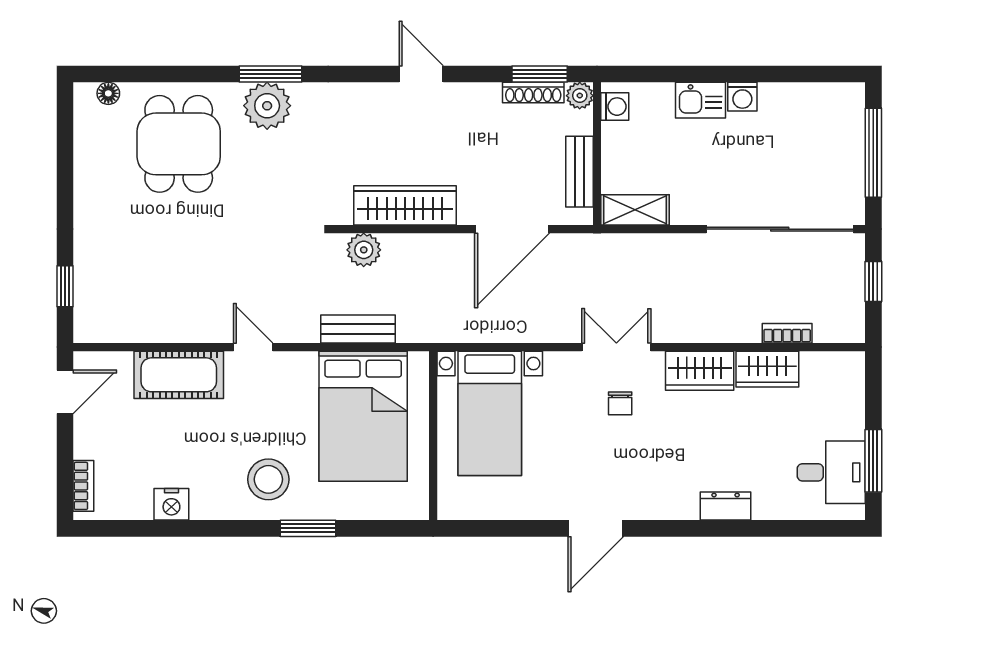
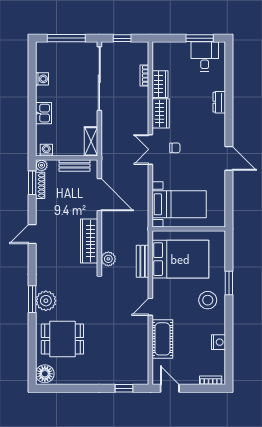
floor lamp: (108, 93) -> (45, 374), width x1.89, depth x1.89
washing machine: (742, 97) -> (42, 79), moved

